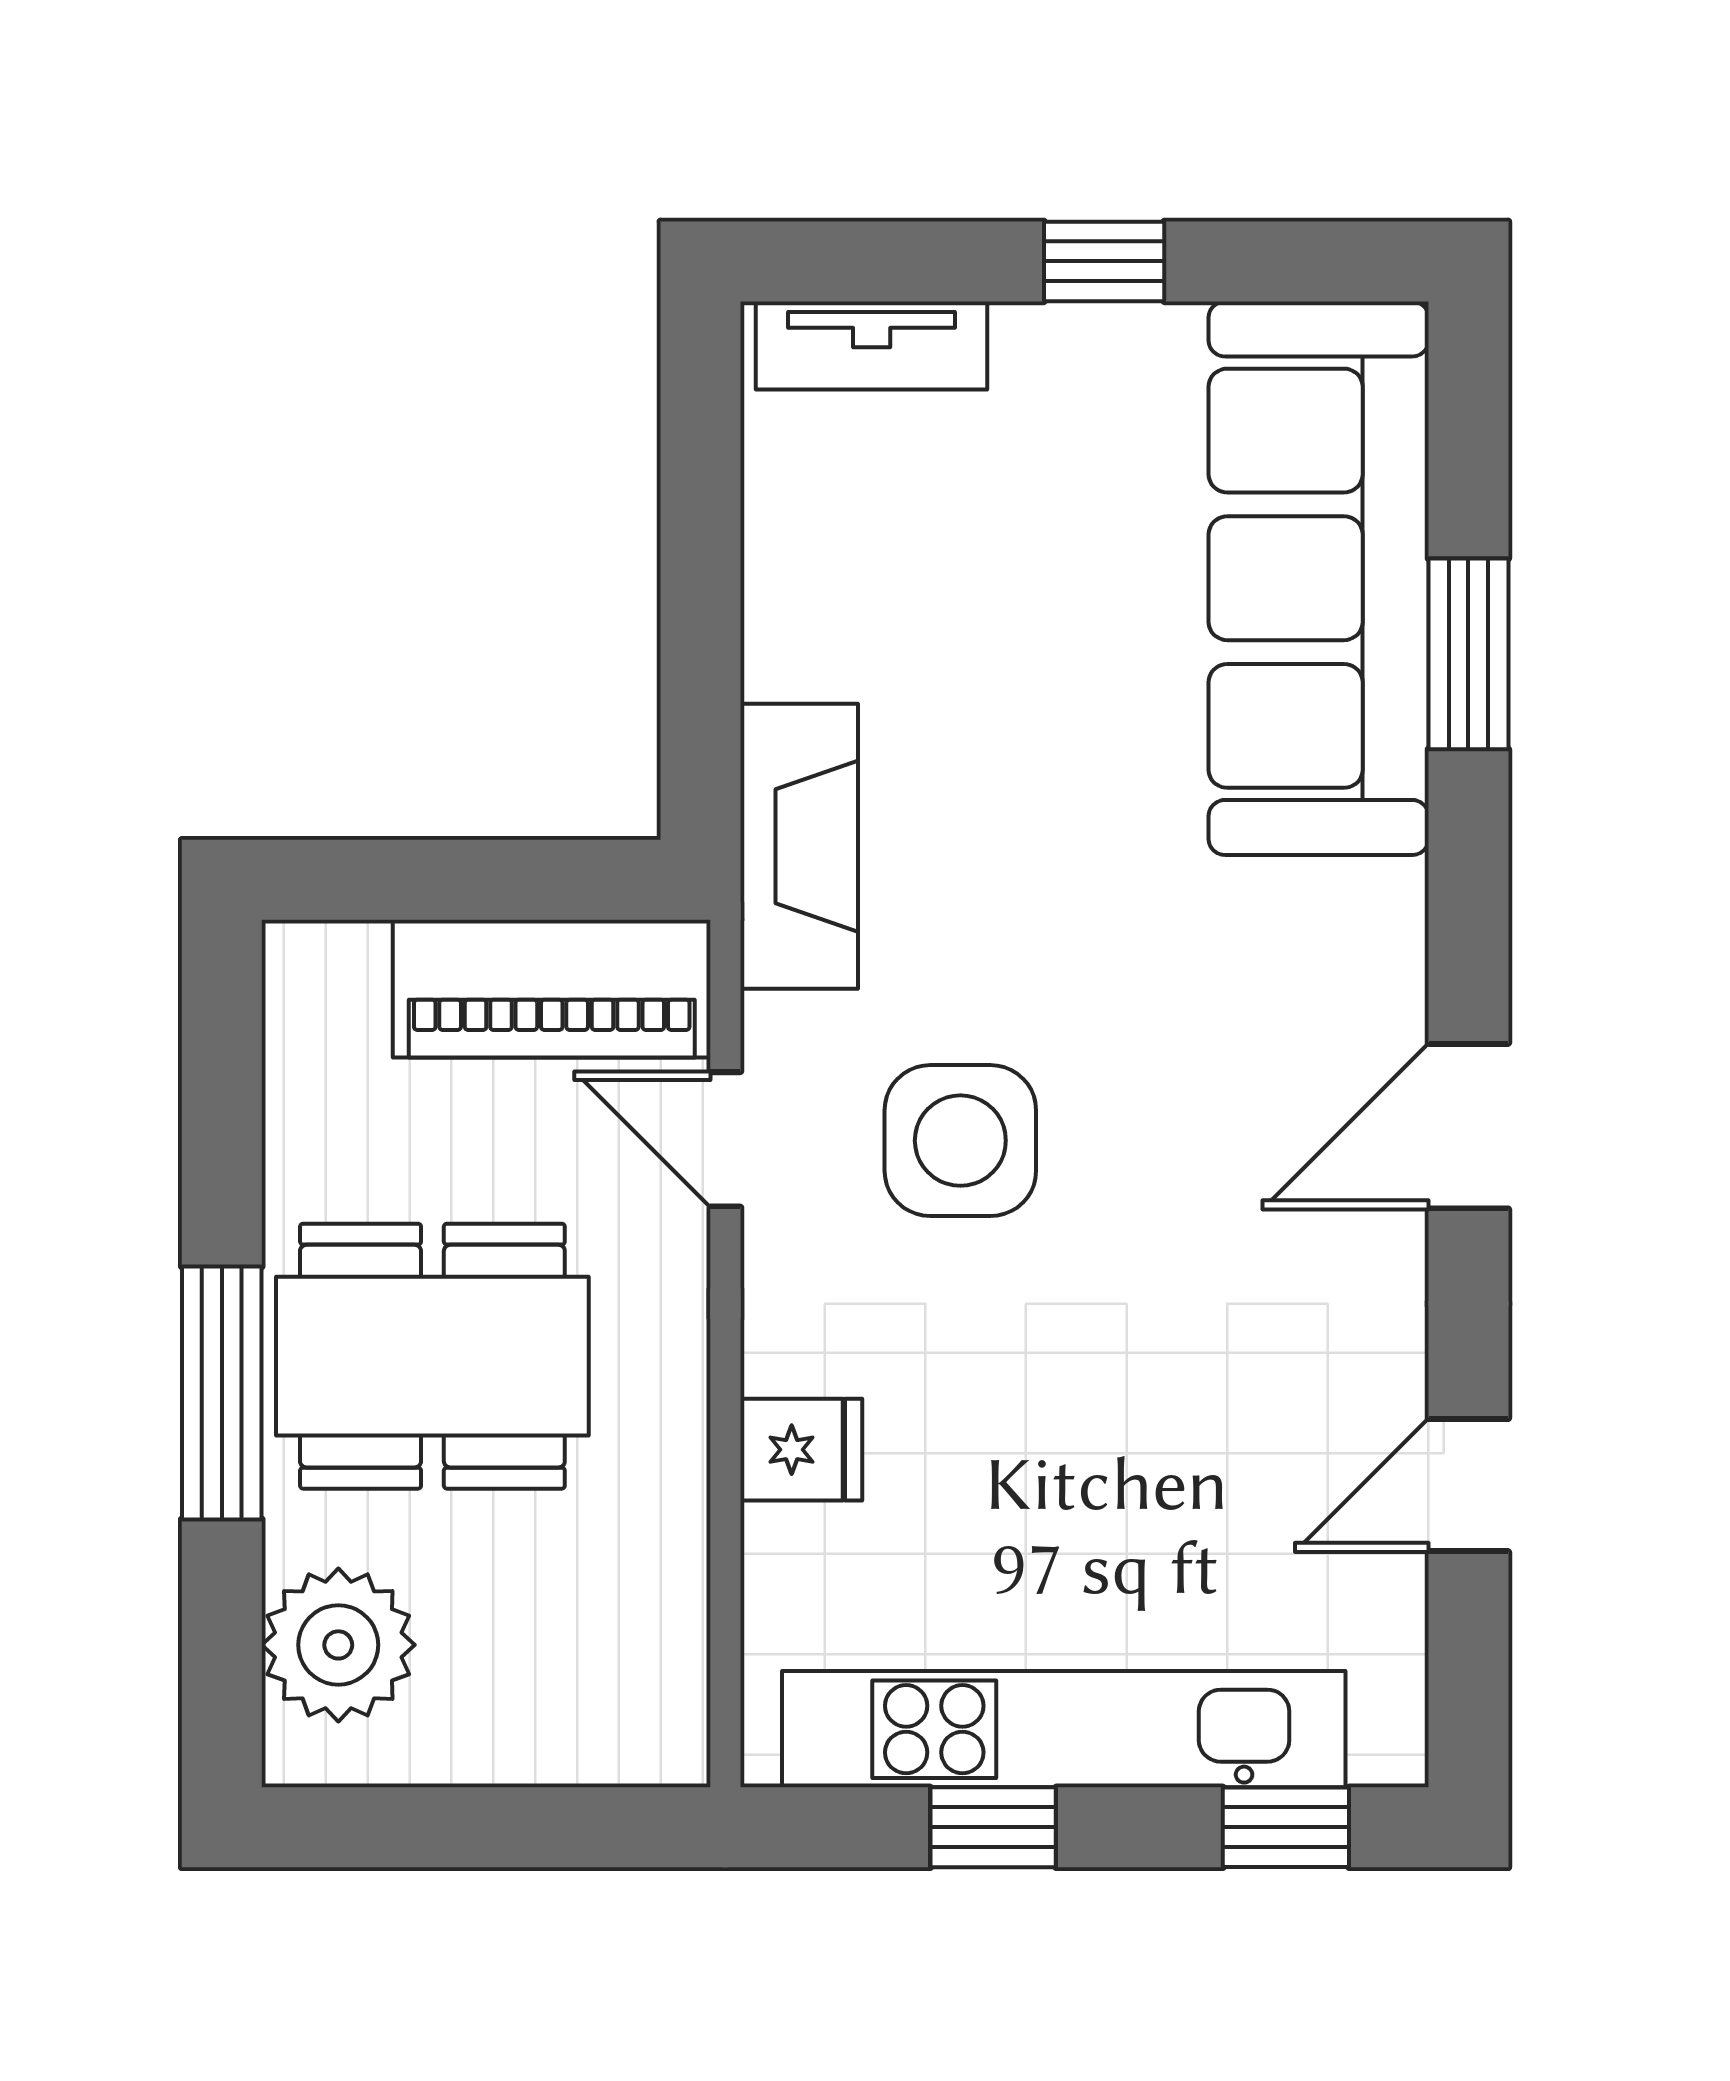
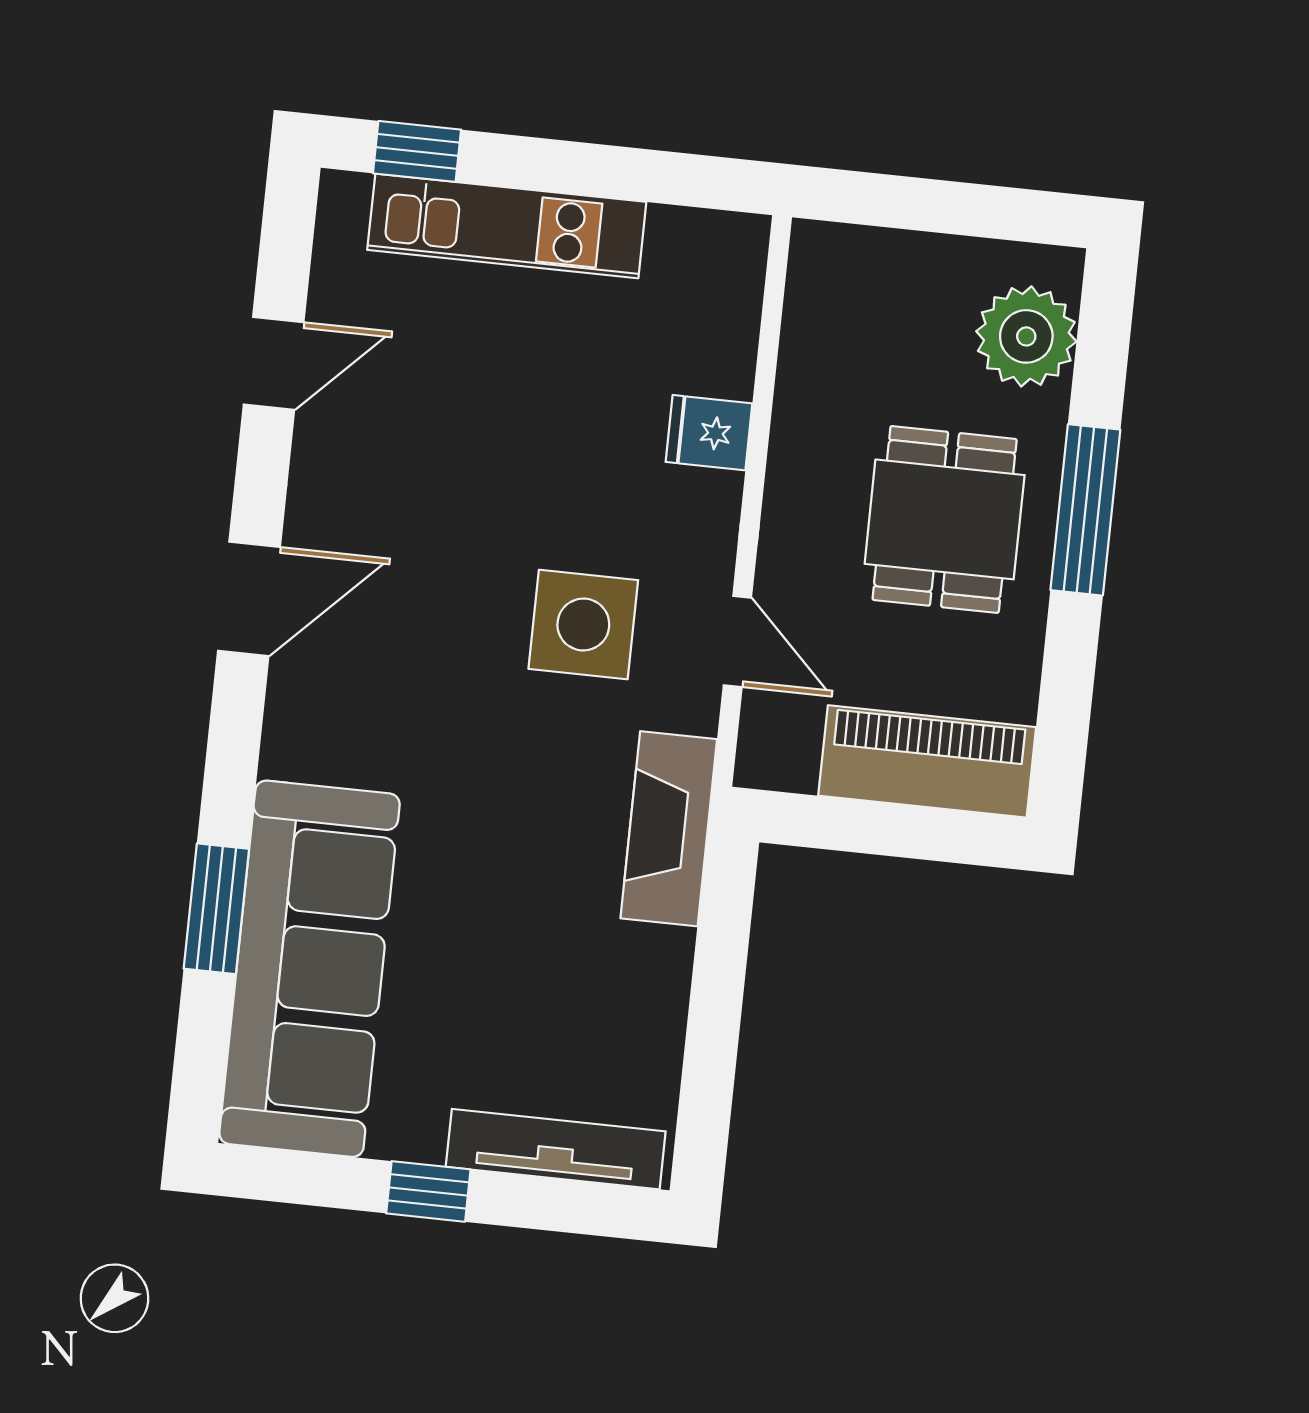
tv unit: (872, 345) -> (556, 1149), width x1.41
piano: (552, 989) -> (927, 761), moved
dining table: (432, 1356) -> (945, 519), width x0.73
kitchen unit: (1064, 1729) -> (507, 226), width x0.73
window: (993, 1827) -> (609, 172), removed

